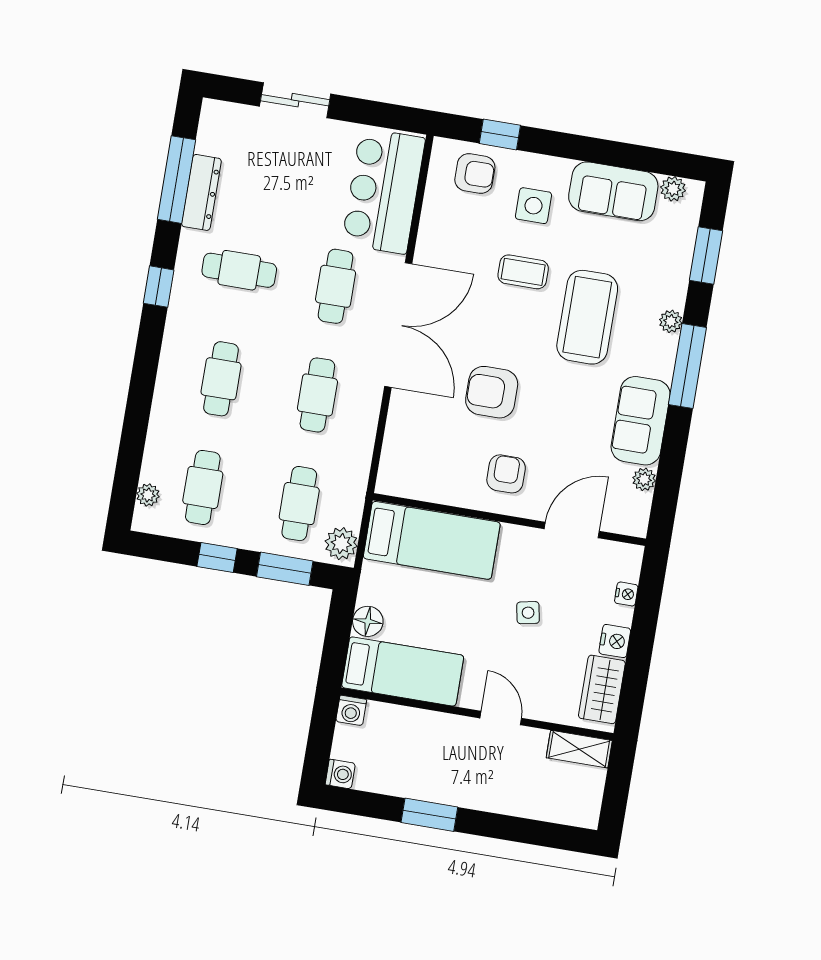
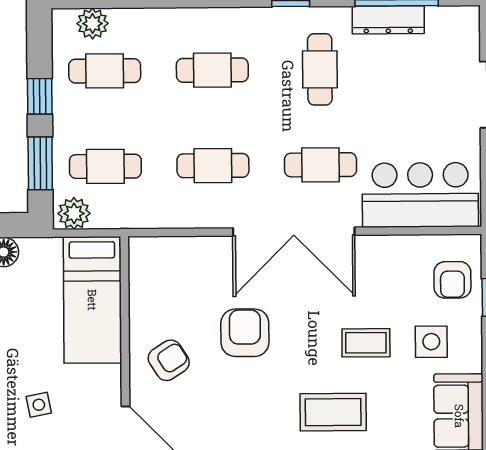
coffee table: (523, 272) -> (366, 343), turned 90
coffee table: (587, 317) -> (333, 412), width x0.73, depth x0.76
armchair: (506, 474) -> (169, 360), turned -33
plant: (148, 495) -> (93, 24), width x1.38, depth x1.38

